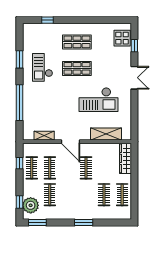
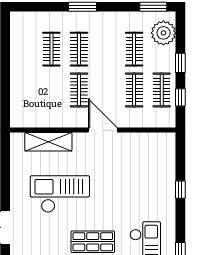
window: (19, 103) -> (180, 190), width x0.32
shelving: (44, 136) -> (143, 139), removed
wardrobe: (125, 158) -> (19, 104), removed
clothes rail: (122, 195) -> (79, 49), moved
window: (19, 202) -> (180, 63), moved

